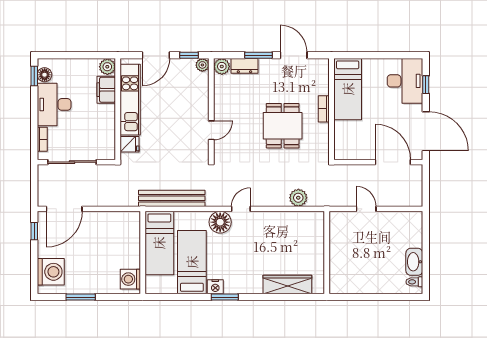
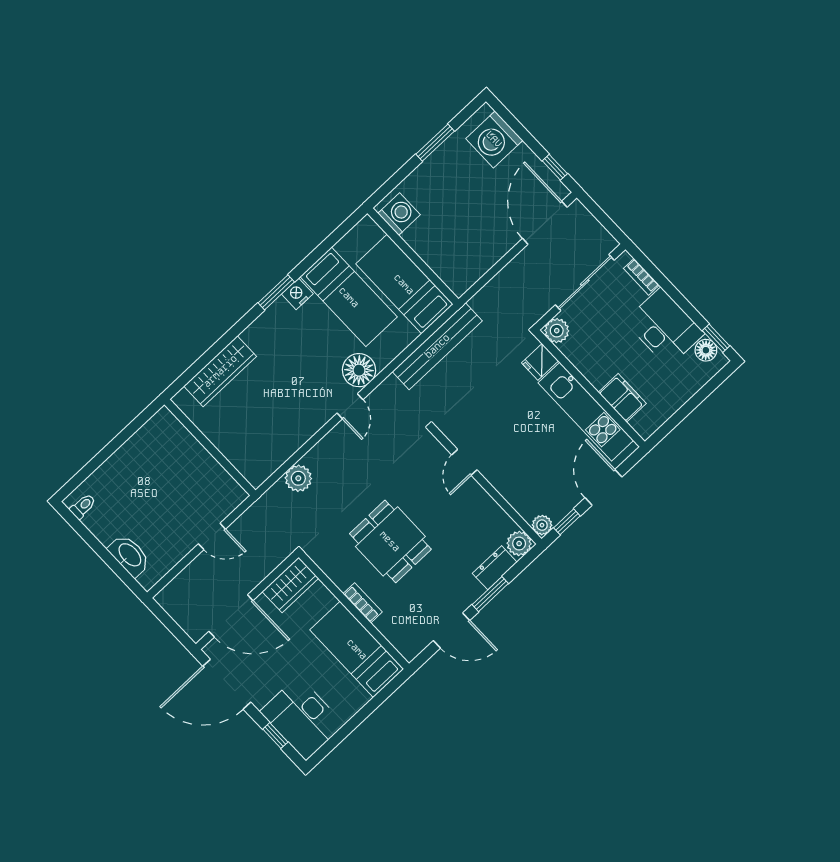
plant: (107, 67) -> (557, 331), moved
wardrobe: (350, 150) -> (290, 585), added
washbasin: (414, 262) -> (129, 555), moved

